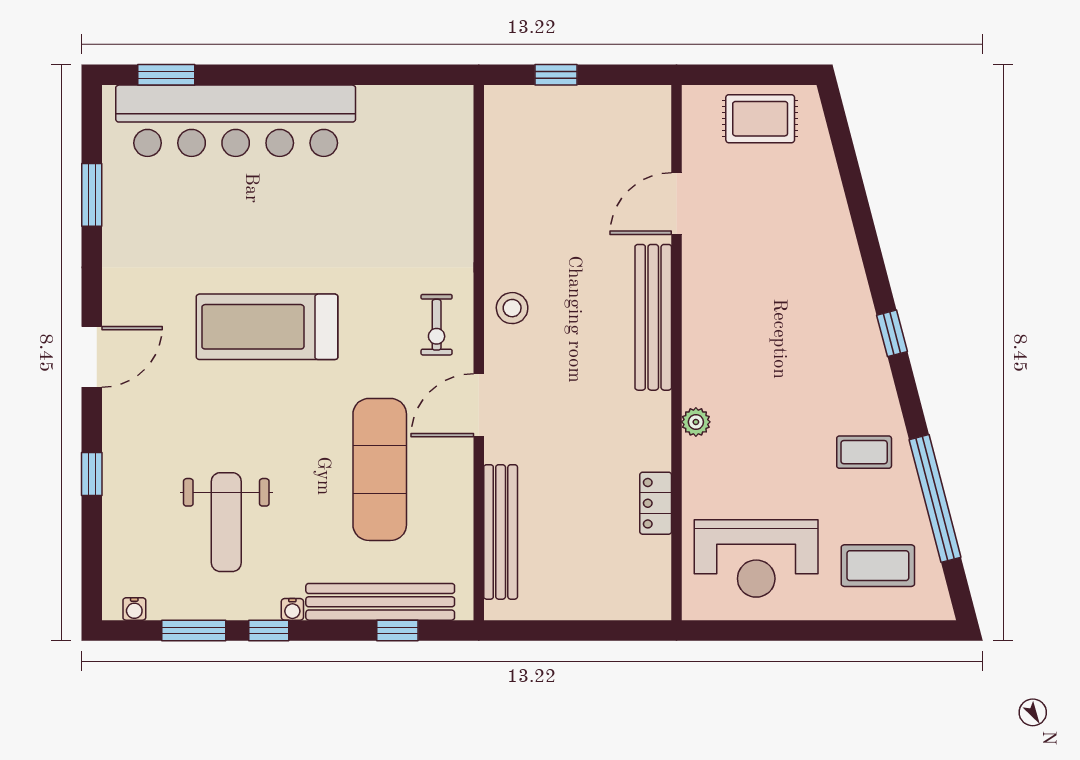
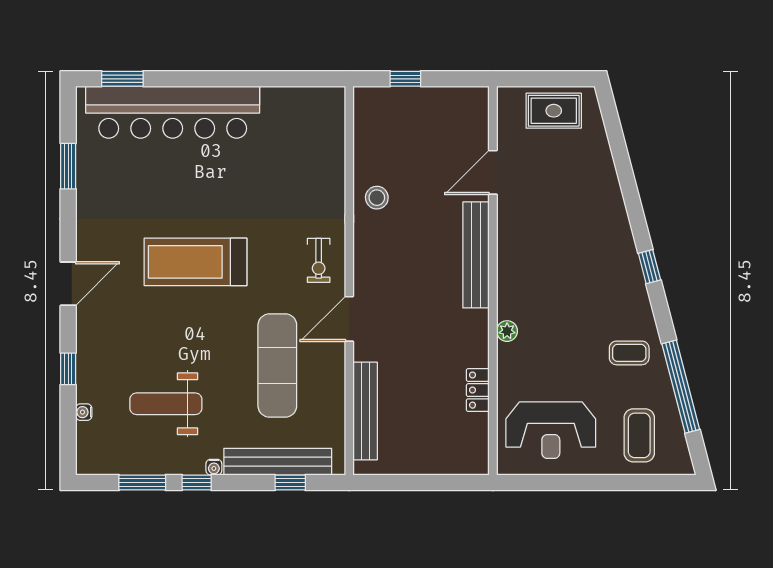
stool: (512, 308) -> (377, 198), moved
weight bench: (226, 522) -> (166, 404), turned 90
coffee table: (878, 566) -> (639, 435), turned 90
water cooler: (134, 609) -> (84, 412), moved, turned 90

